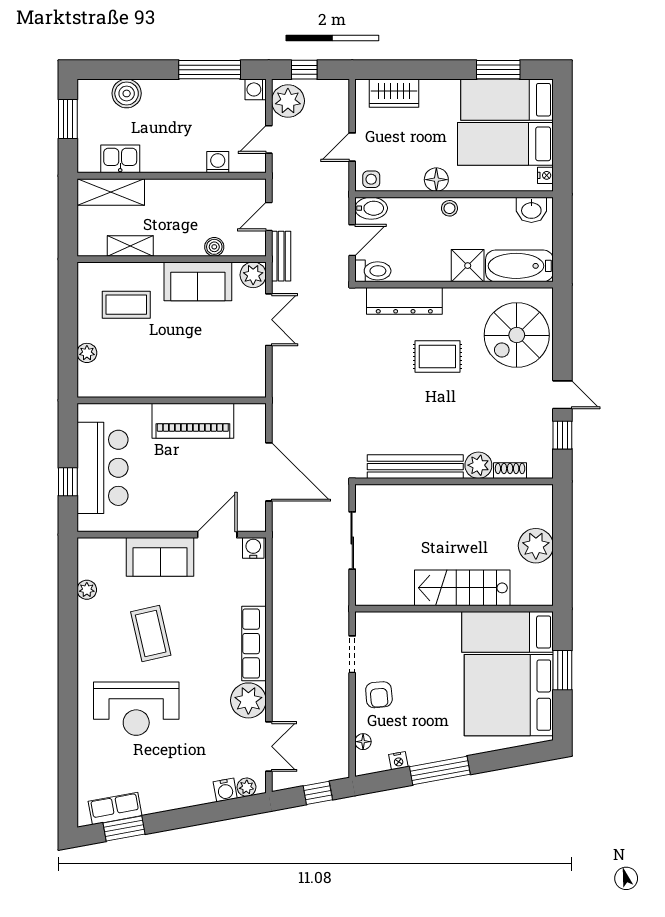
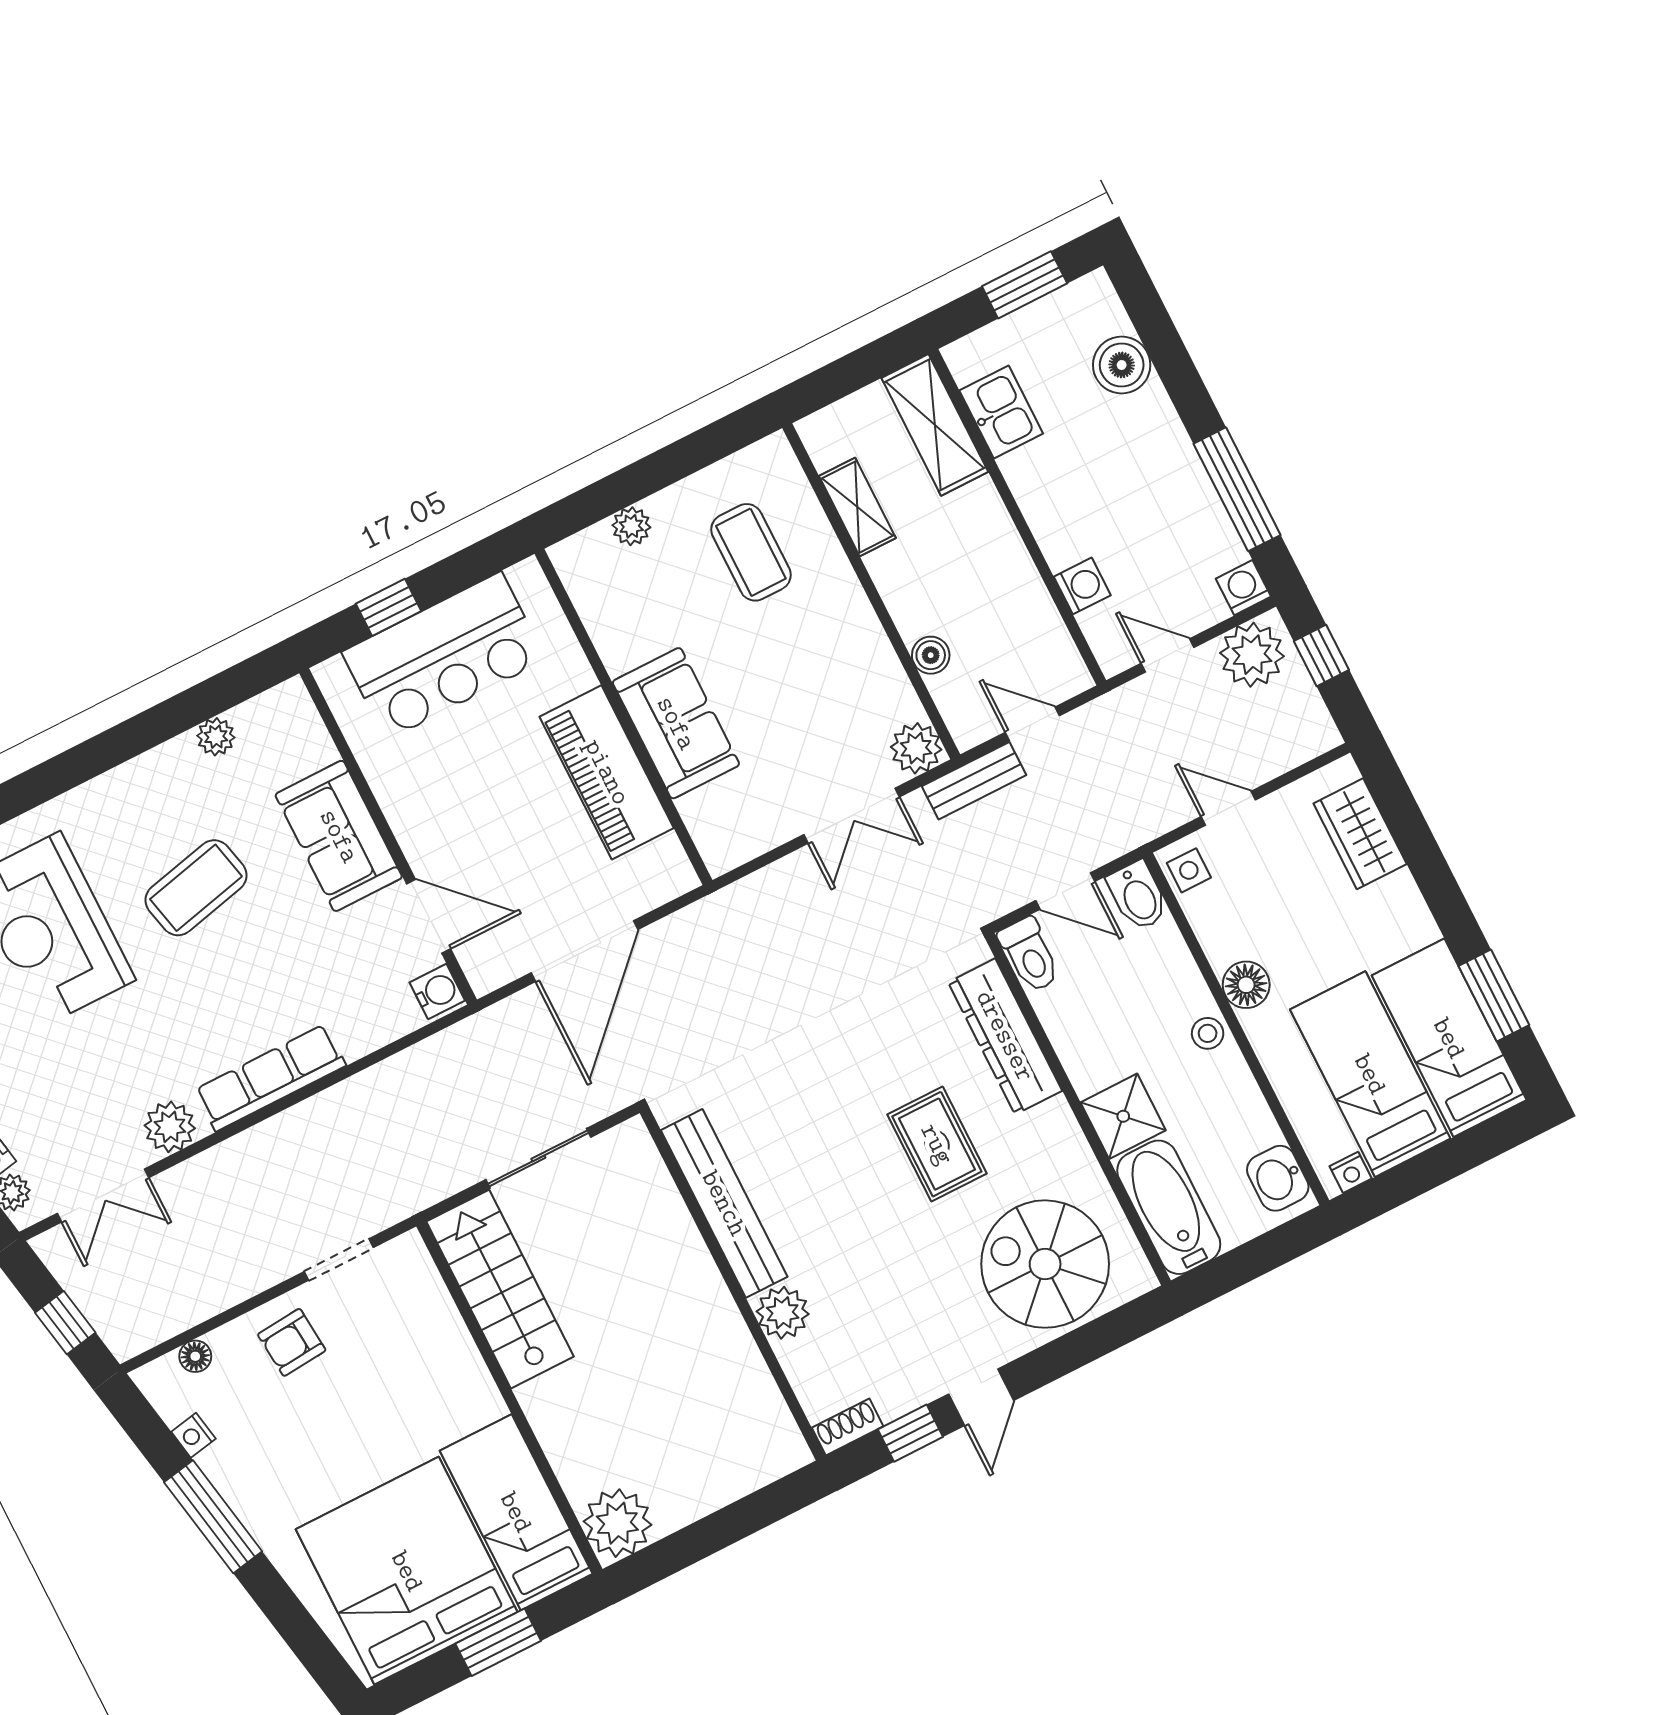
sofa: (198, 281) -> (676, 723), moved, turned 180
shoe rack: (510, 471) -> (848, 1427), moved, turned -90
plant: (536, 546) -> (617, 1523), moved
stairs: (462, 588) -> (500, 1289), moved
plant: (248, 700) -> (170, 1127), width x0.73, depth x0.73

